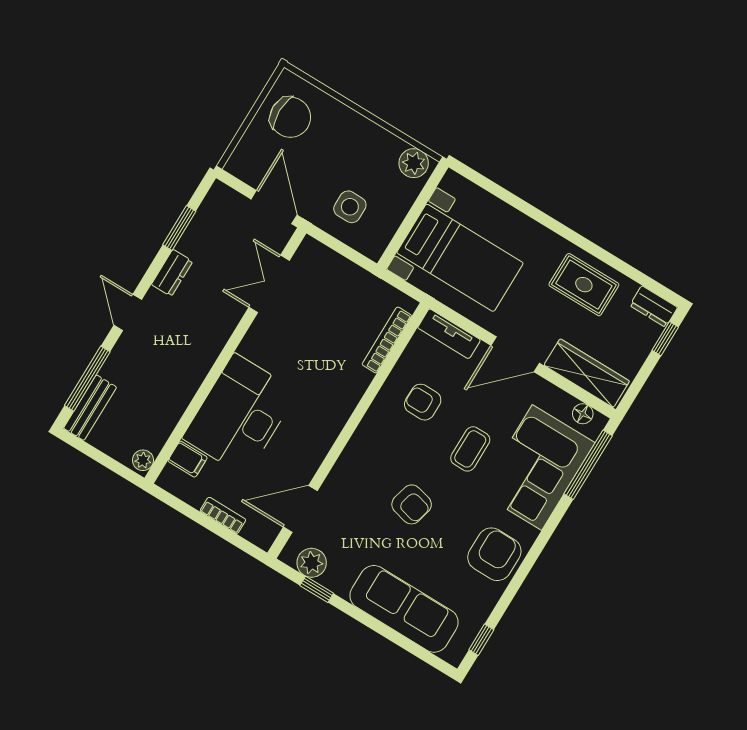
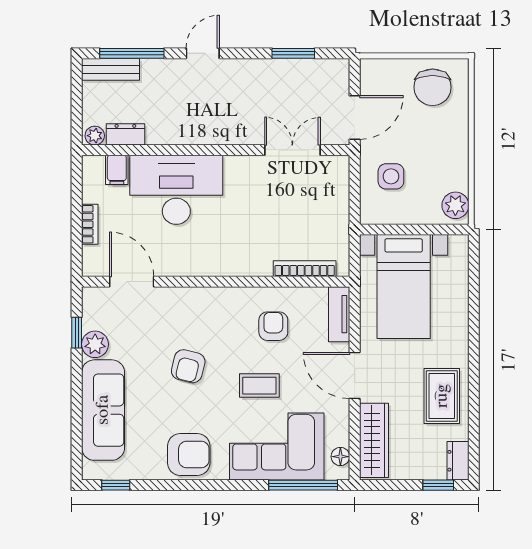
dresser: (172, 273) -> (125, 134), moved, turned 180
plant: (312, 563) -> (95, 344), moved

